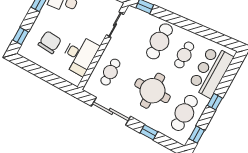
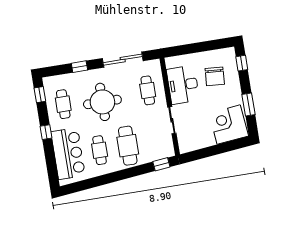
sliding door: (115, 25) -> (172, 120), moved
cafe table: (184, 113) -> (63, 104), width x0.73, depth x0.74

